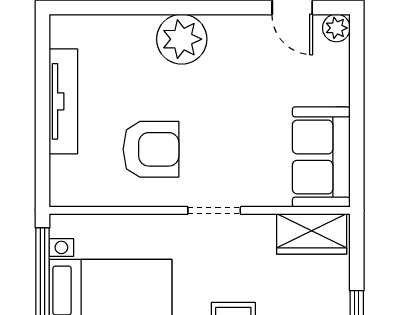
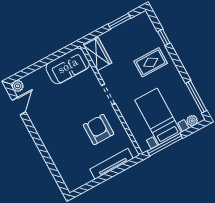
plant: (182, 39) -> (52, 140), removed
tv unit: (63, 101) -> (112, 164), moved

